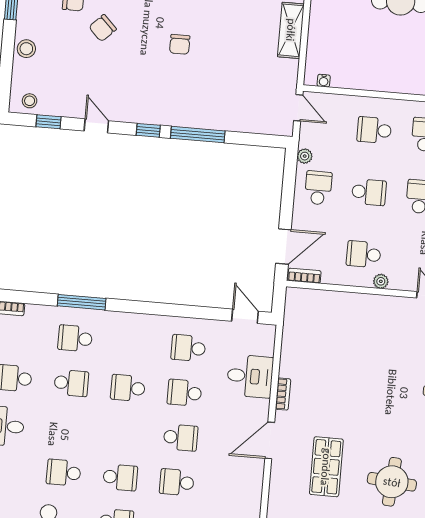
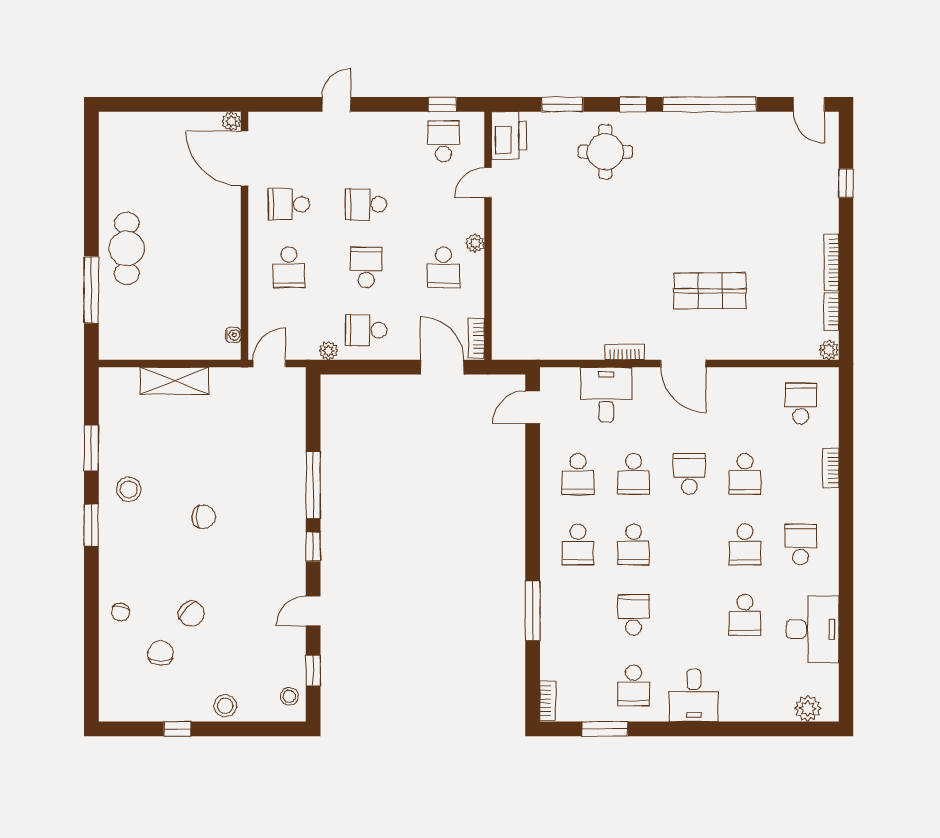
school desk: (75, 338) -> (578, 544), moved
school desk: (120, 477) -> (745, 544), turned 180
round table: (392, 482) -> (722, 208), removed

